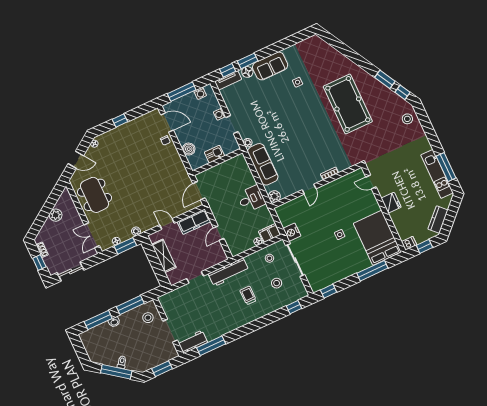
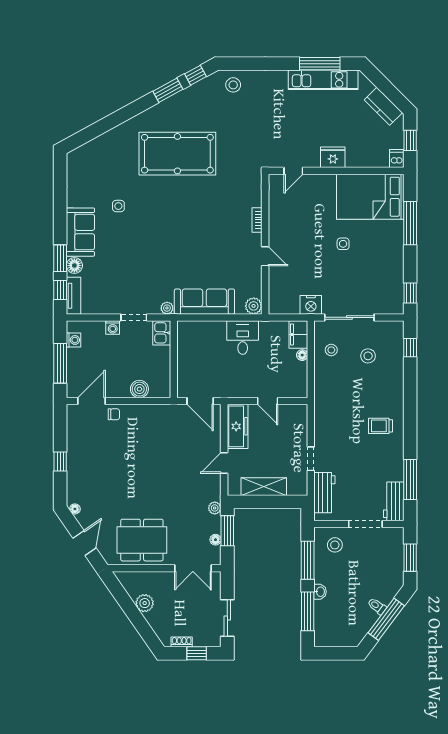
kitchen sink: (214, 154) -> (162, 333), moved
workbench: (229, 272) -> (324, 493), moved, width x0.73
trolley: (248, 295) -> (381, 426), moved

